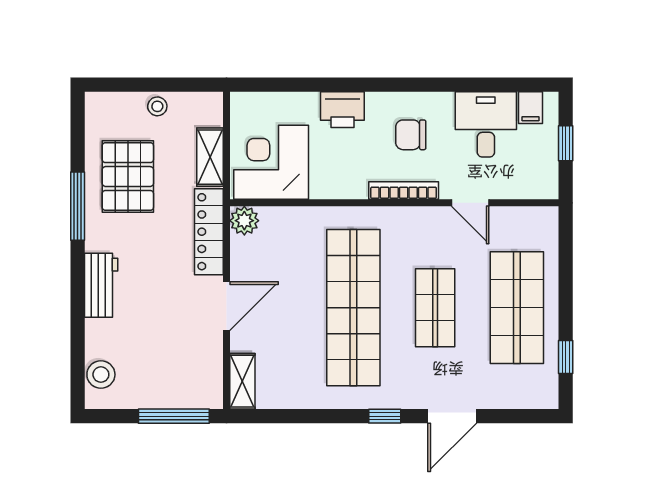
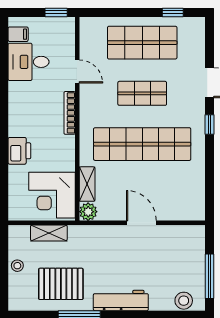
chair: (411, 135) -> (35, 108), removed
window: (566, 143) -> (56, 12), moved
door: (470, 203) -> (77, 72), hinge flipped
locker: (209, 232) -> (95, 234), removed
workbench: (101, 285) -> (121, 301), width x1.38
shelving: (242, 381) -> (87, 184), moved, turned 90
window: (174, 416) -> (209, 276), moved

